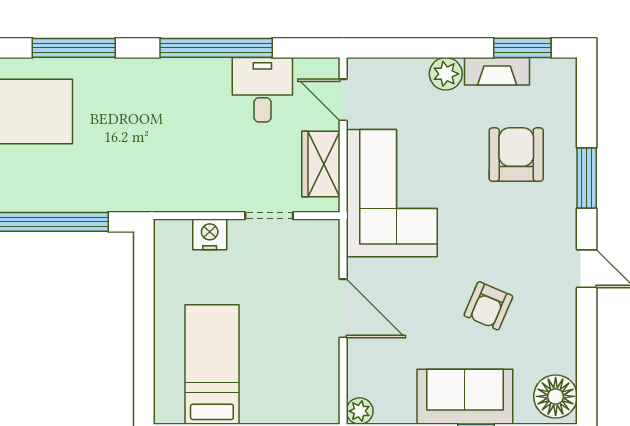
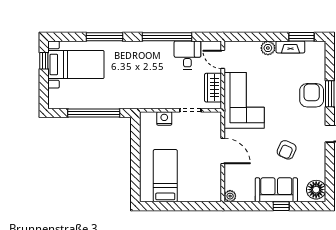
armchair: (516, 155) -> (312, 95), moved

